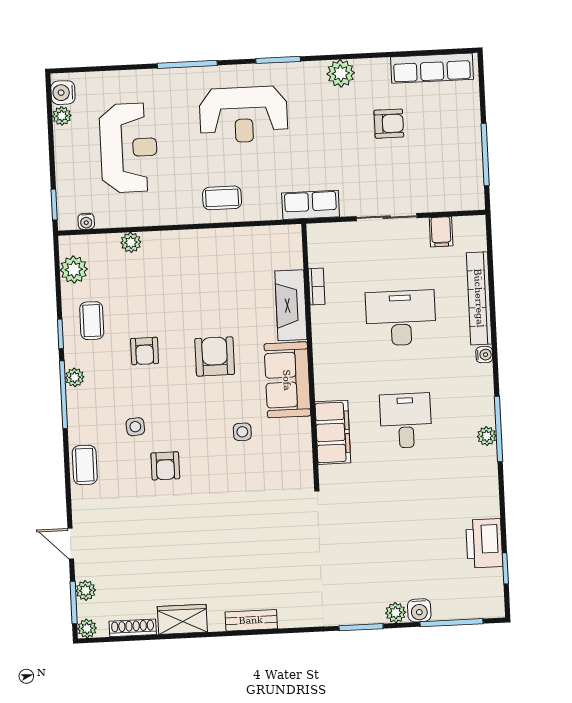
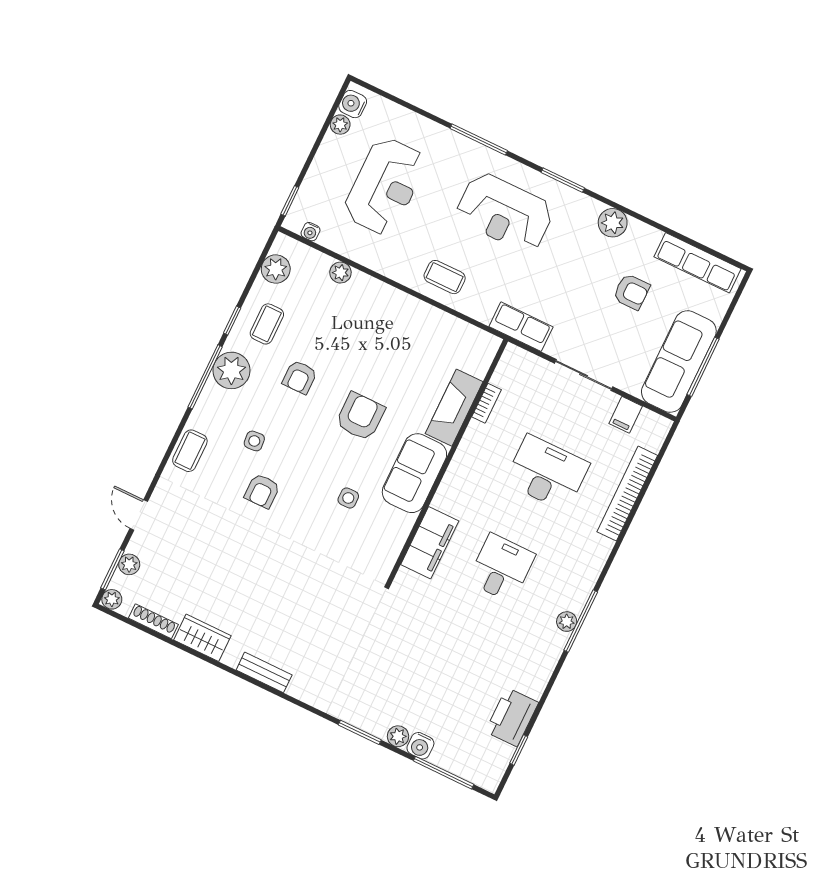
sofa: (462, 161) -> (679, 362), added
water cooler: (484, 355) -> (604, 547), removed
plant: (75, 377) -> (231, 370), width x1.88, depth x1.88

